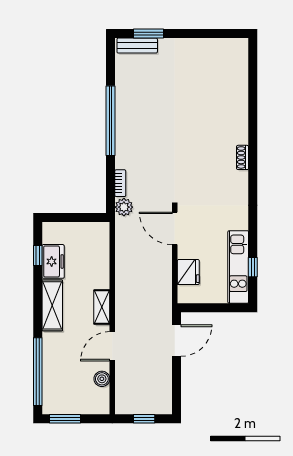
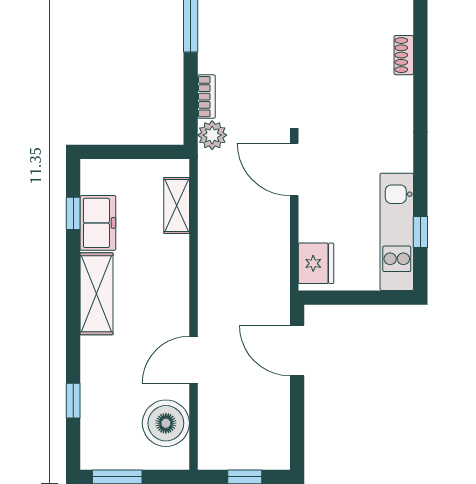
fridge: (188, 272) -> (316, 263), moved
shelving: (102, 307) -> (177, 205), moved
door: (176, 341) -> (297, 351), swing flipped
window: (38, 372) -> (73, 401), width x0.32
boiler: (102, 379) -> (166, 423), width x1.86, depth x1.86

